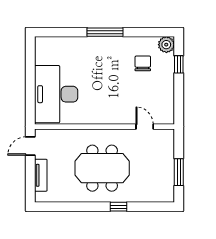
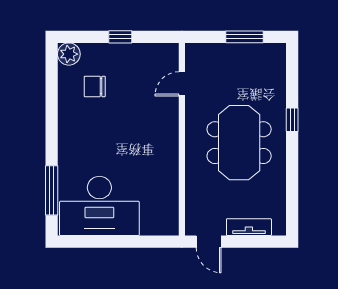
window: (105, 32) -> (52, 190), moved
window: (179, 64) -> (120, 37), moved
desk: (56, 94) -> (99, 206), moved

